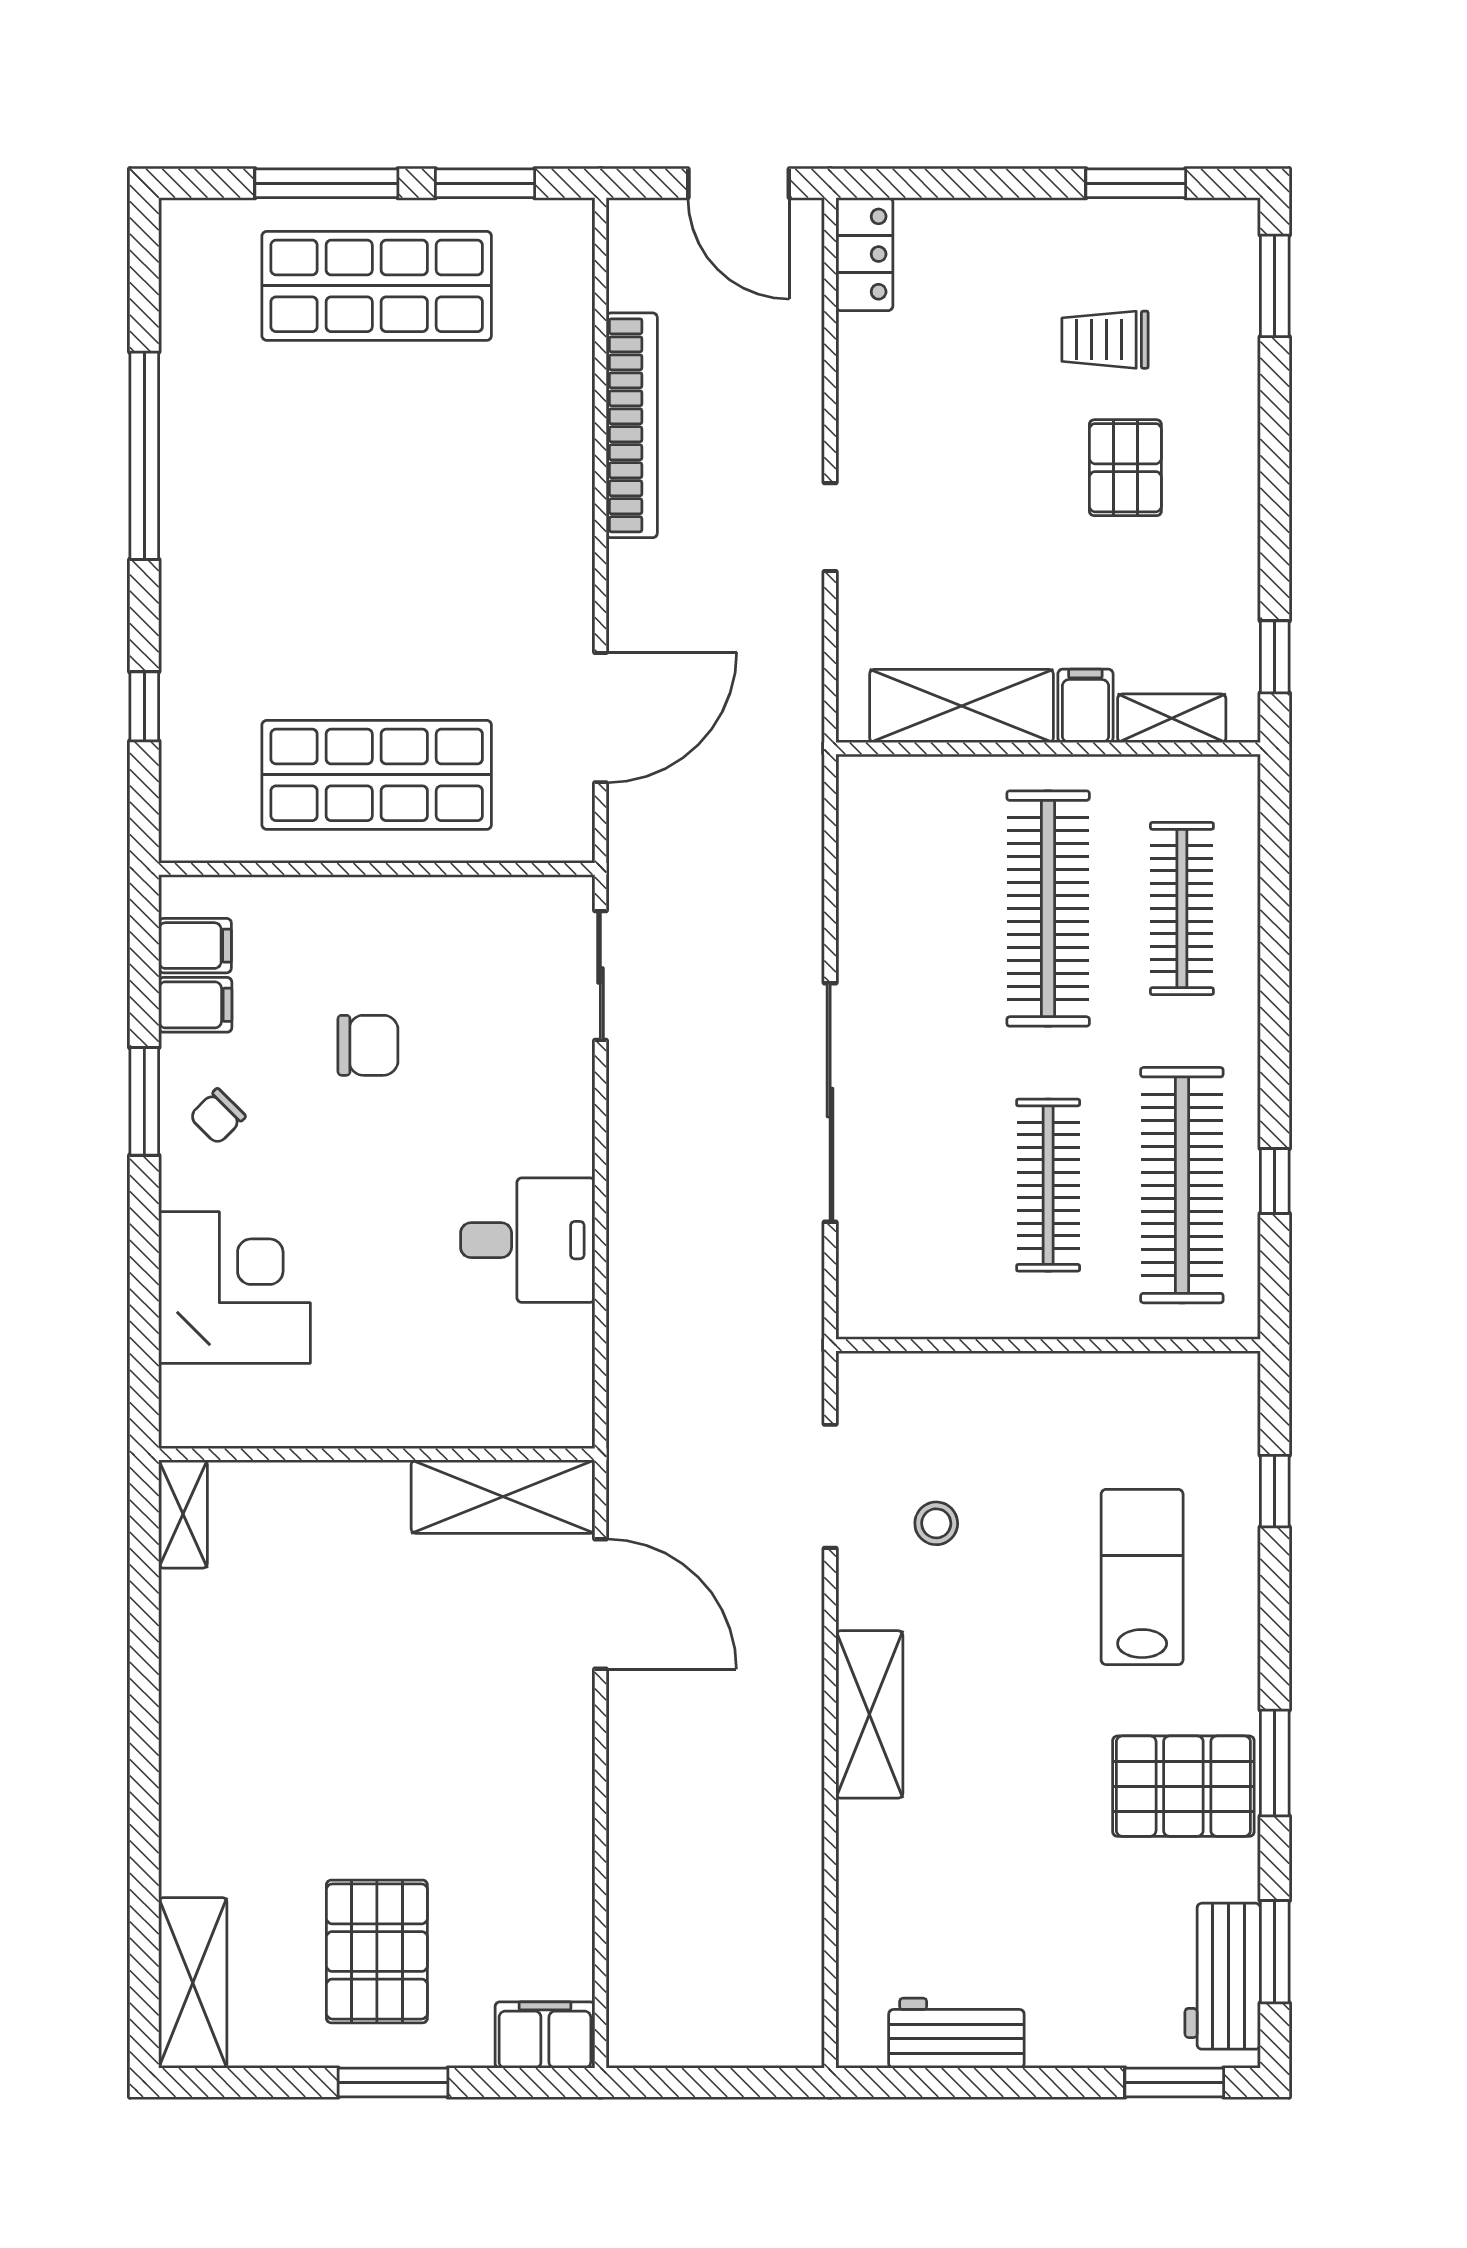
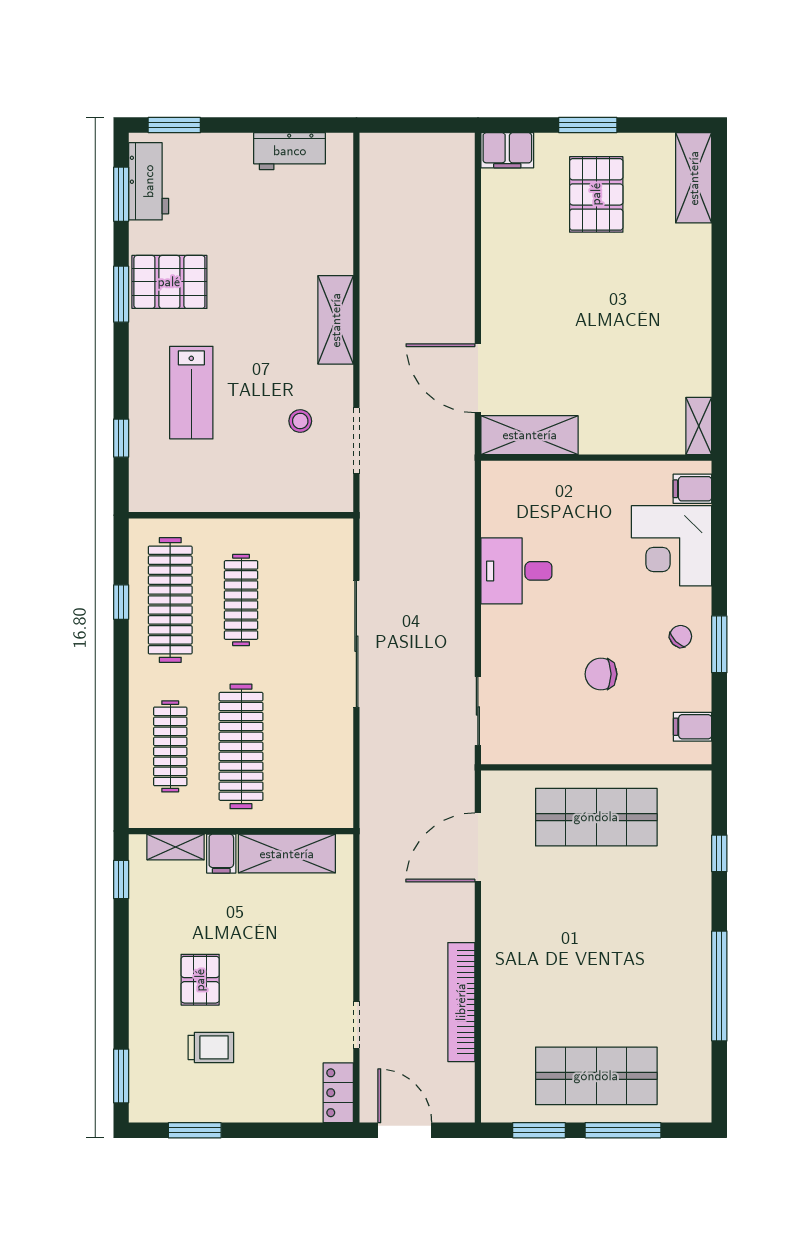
doorway: (830, 527) -> (356, 1025), moved
filing cabinet: (195, 1005) -> (692, 489), moved

